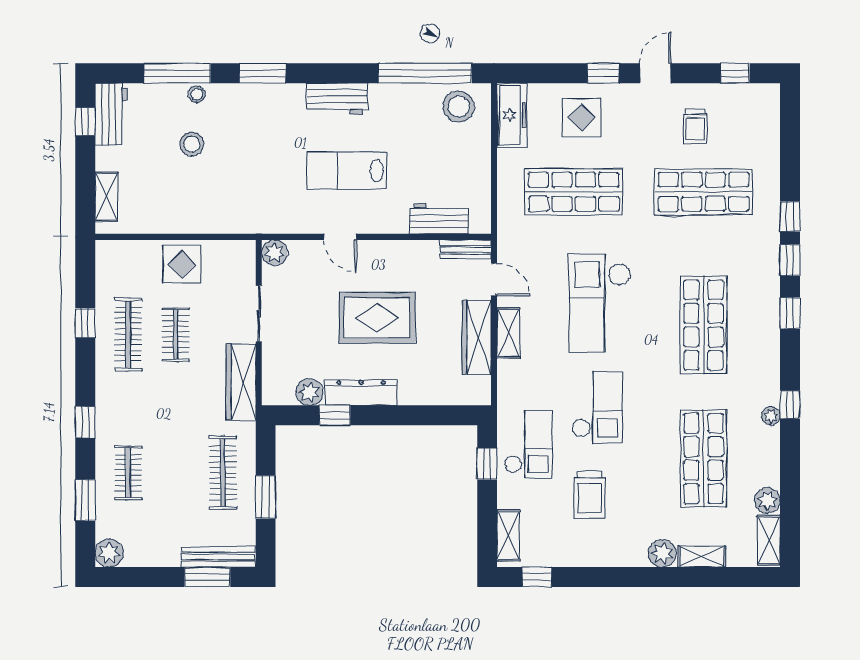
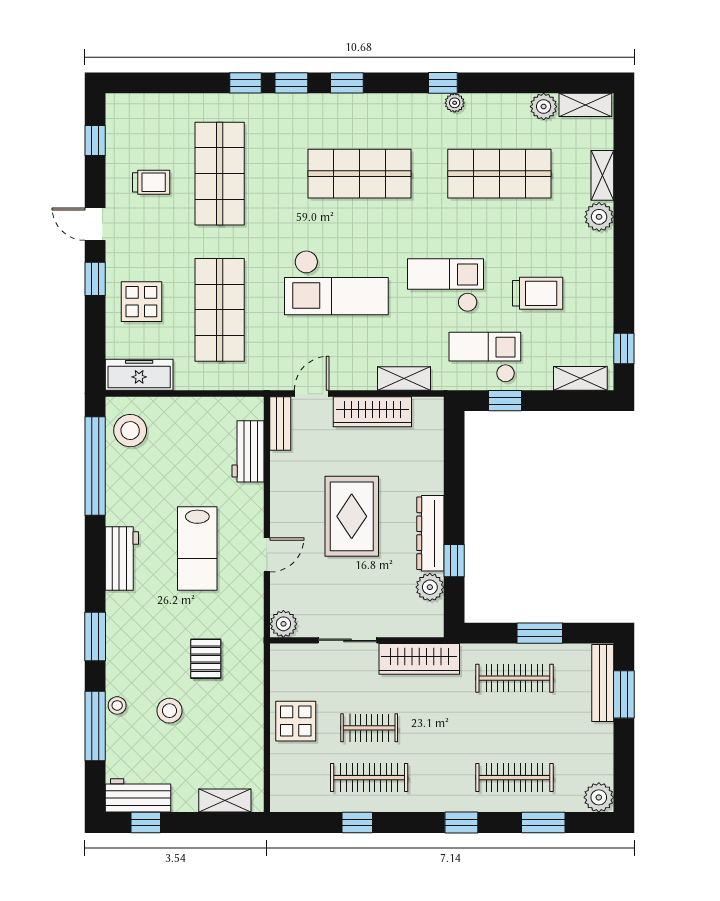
pallet: (241, 179) -> (206, 659), added
shelving: (508, 333) -> (404, 379), moved
clothes rail: (128, 473) -> (514, 778), width x1.36

